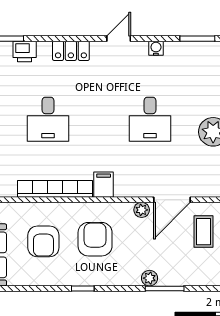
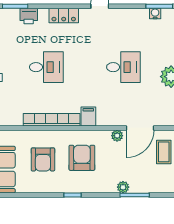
water cooler: (156, 48) -> (155, 13), moved
desk: (48, 119) -> (46, 67), turned -90
desk: (150, 119) -> (123, 67), turned -90

